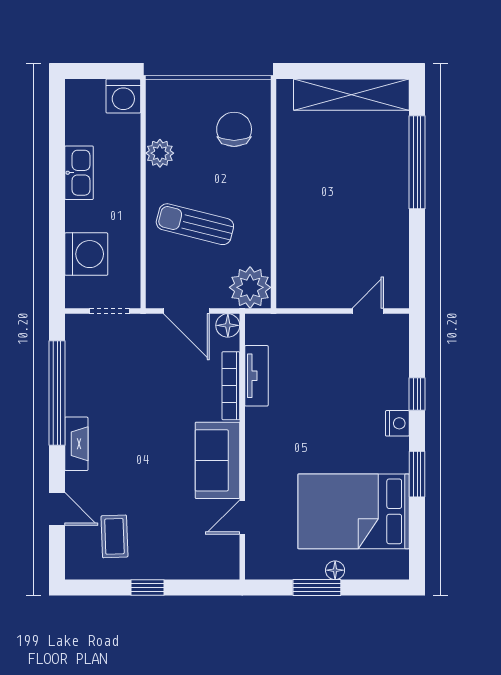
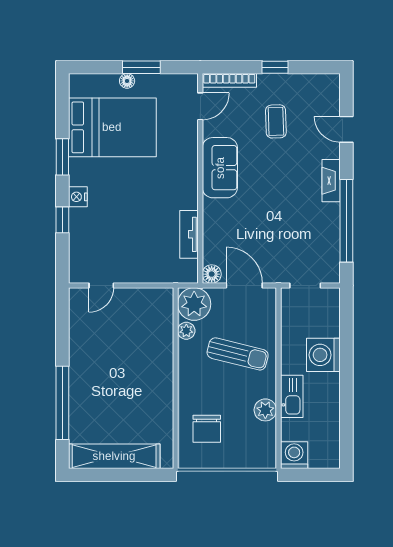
kitchen sink: (79, 173) -> (292, 396), moved, turned 180
washing machine: (86, 254) -> (323, 355), moved
plant: (260, 254) -> (186, 331), added
bookcase: (231, 386) -> (229, 80), moved, turned 90
door: (242, 517) -> (200, 106), moved
coffee table: (114, 536) -> (276, 121), moved

